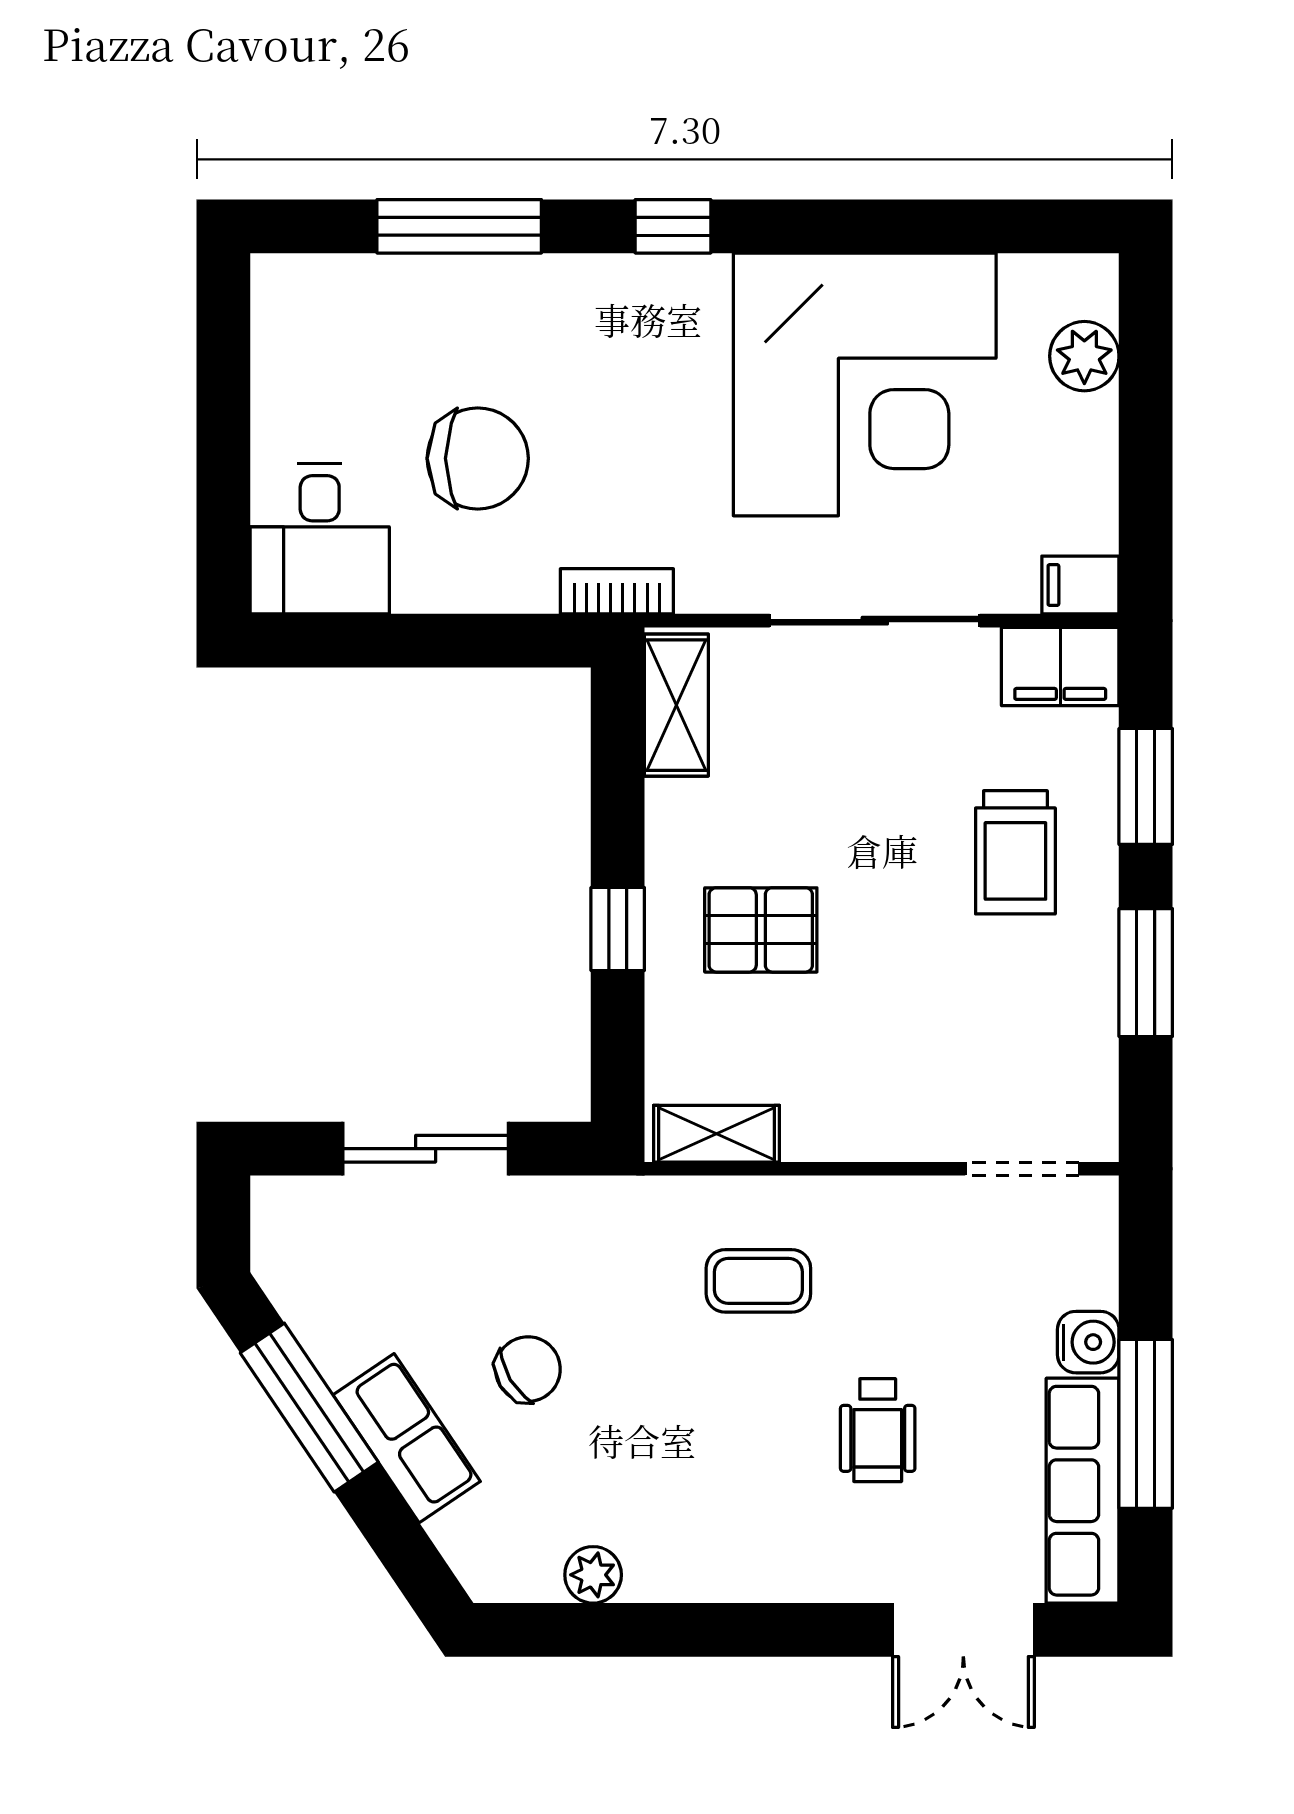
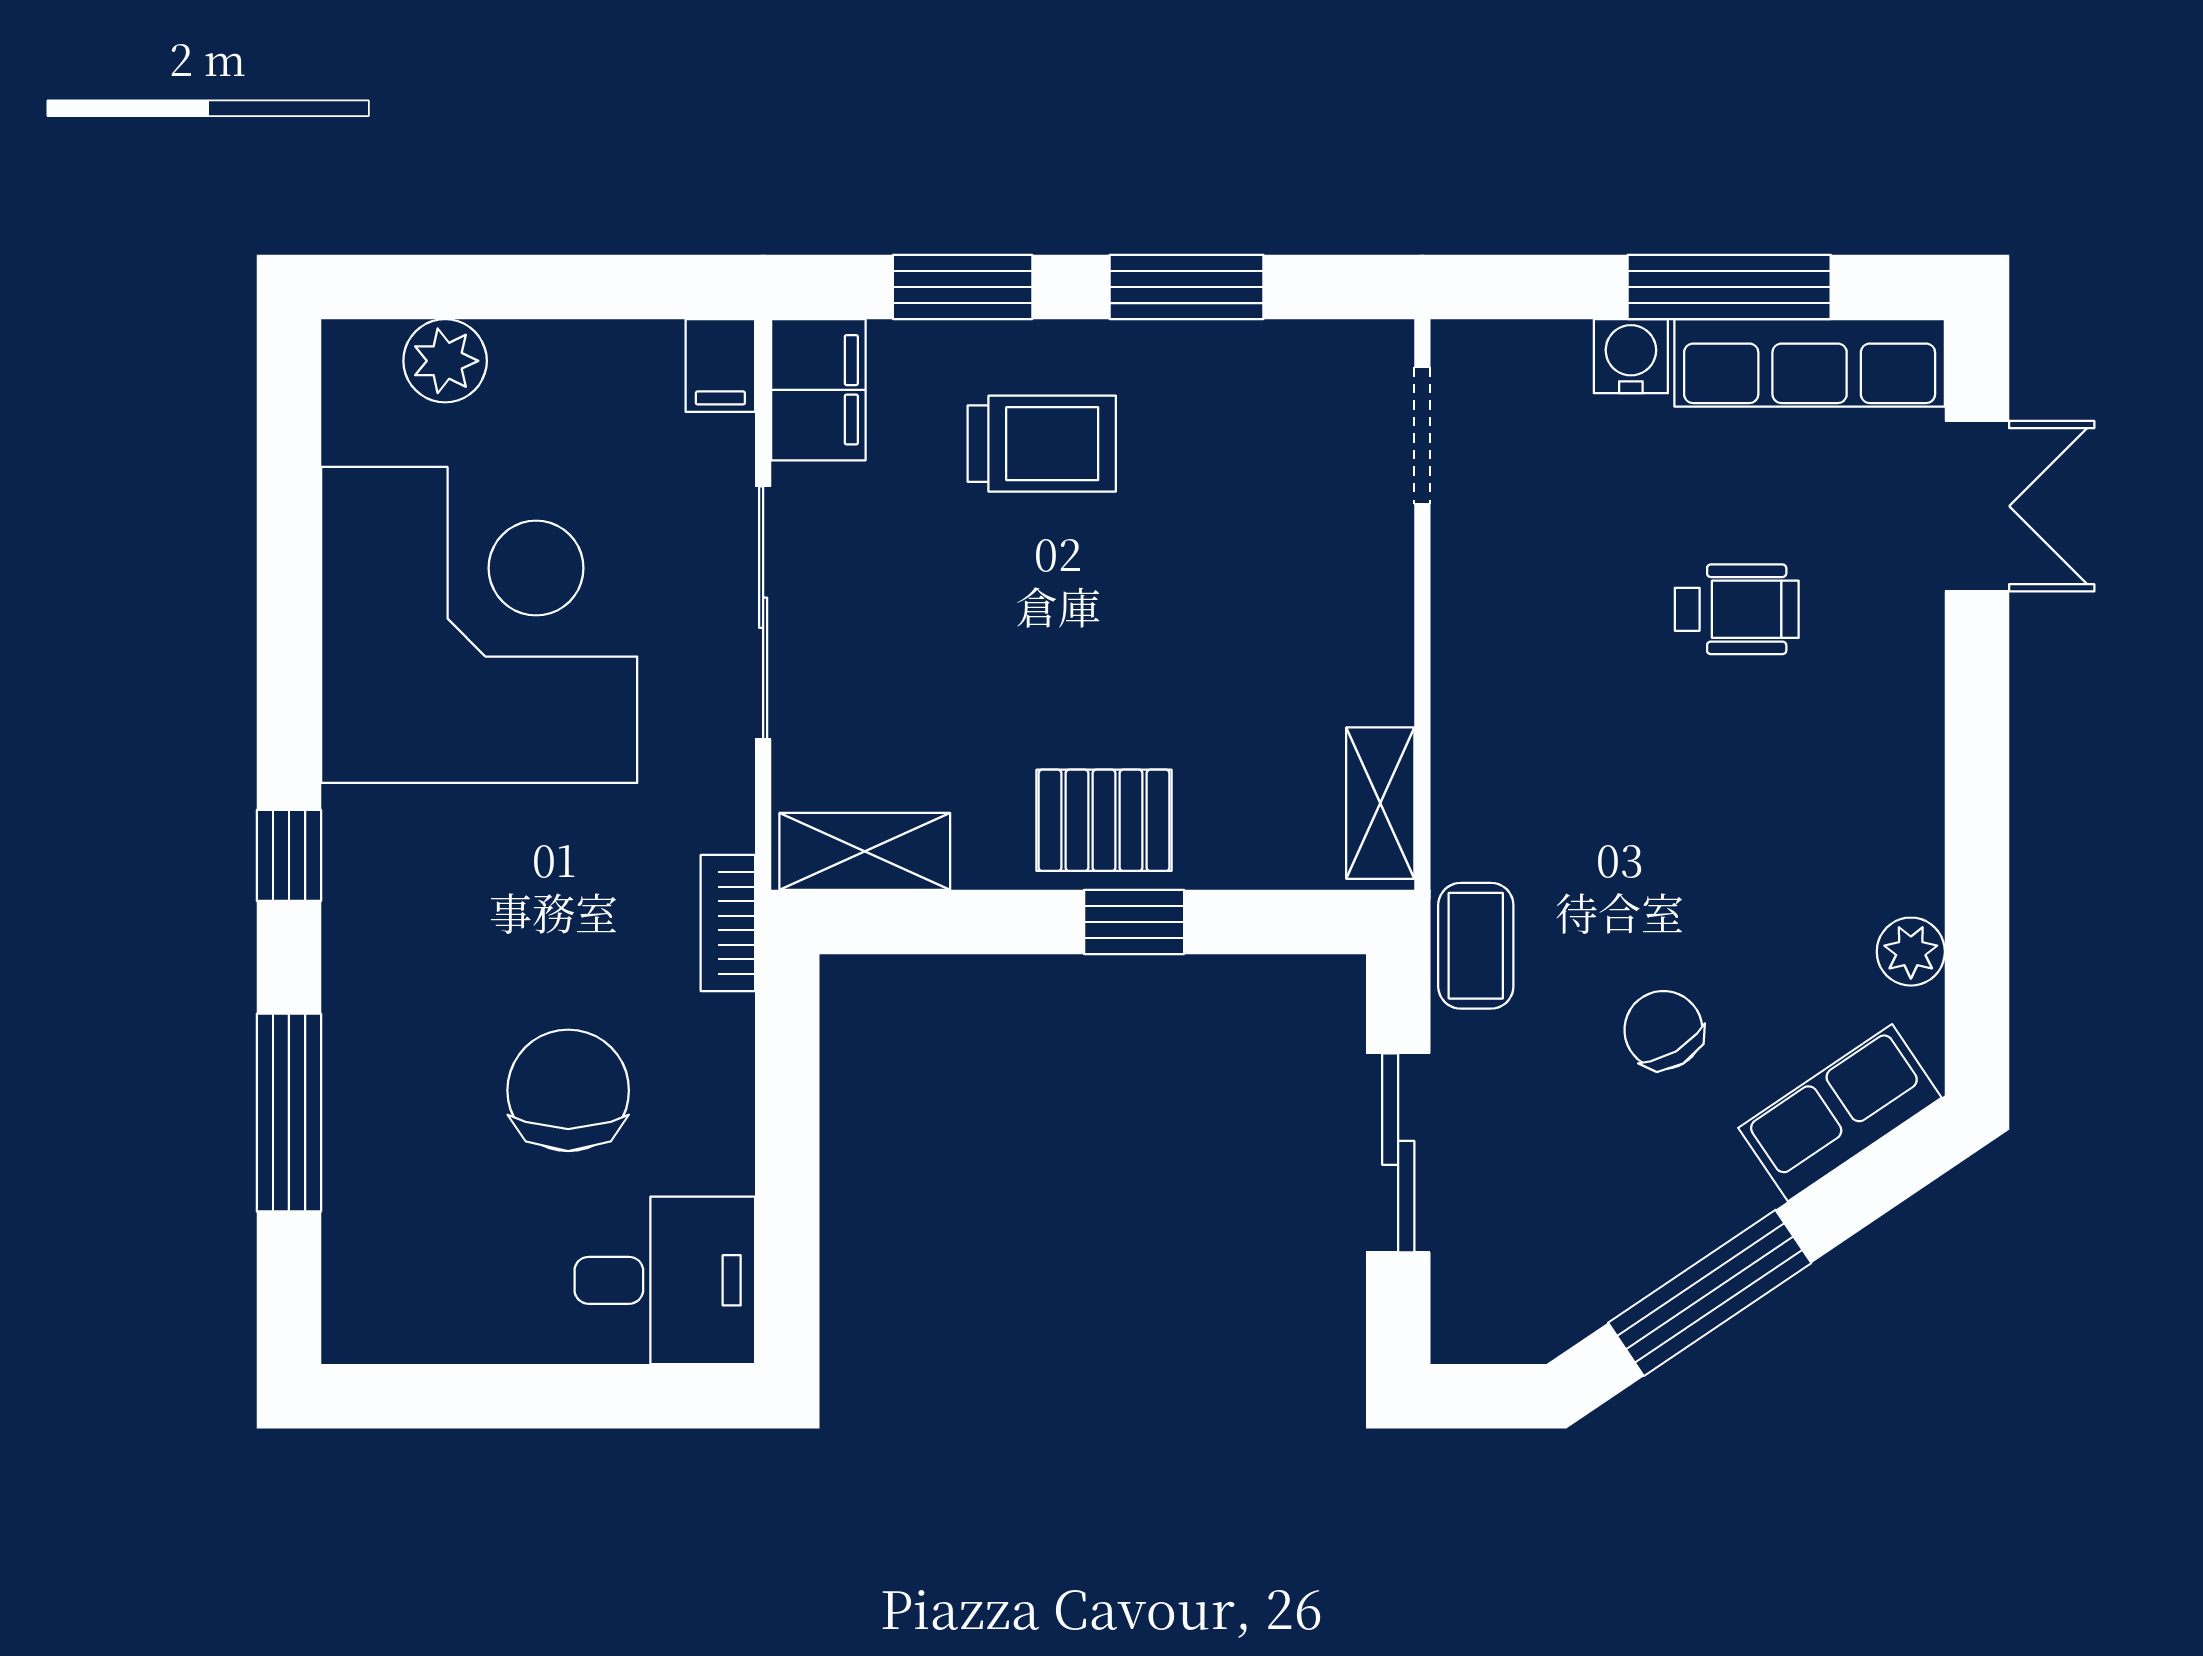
pallet: (761, 930) -> (1104, 820), moved, turned 90
coffee table: (758, 1281) -> (1476, 946), moved
row of seats: (407, 1438) -> (1840, 1113), moved

